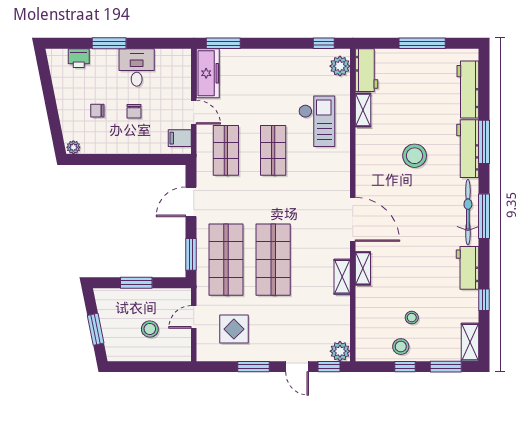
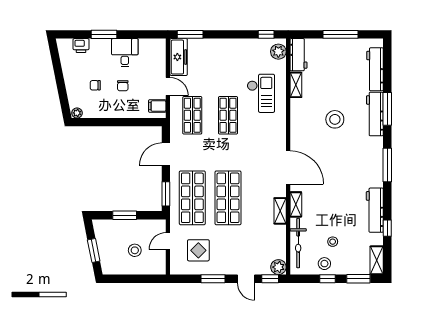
bicycle: (468, 212) -> (298, 243), moved, turned 180
workbench: (468, 268) -> (375, 210), width x1.38

